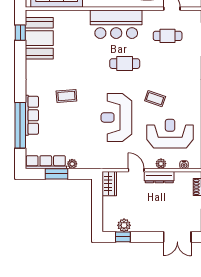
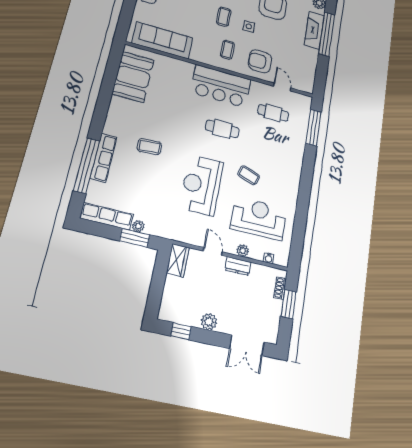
window: (20, 33) -> (113, 65), removed
window: (56, 174) -> (135, 238), moved
dresser: (159, 177) -> (238, 266), width x0.70
plant: (124, 225) -> (209, 322), moved

